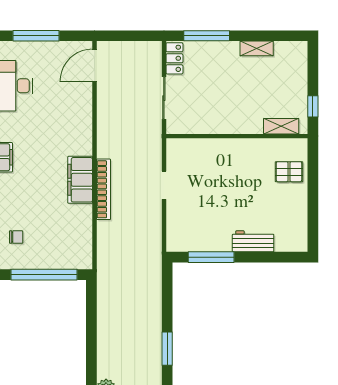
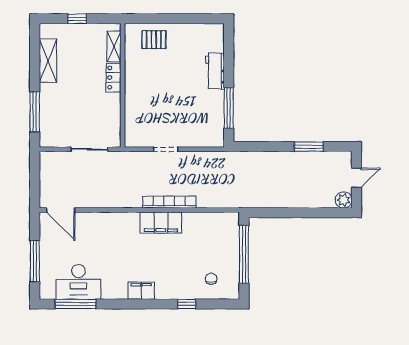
shelving: (257, 48) -> (48, 61), width x1.50, depth x1.33
locker: (174, 58) -> (113, 78), moved, turned -90
window: (313, 106) -> (77, 19), moved
pallet: (289, 172) -> (154, 40), turned 90

